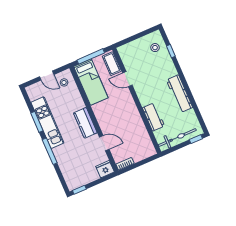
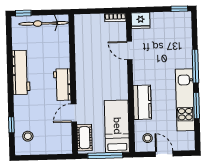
door: (127, 79) -> (74, 113), swing flipped
workbench: (153, 117) -> (62, 85), moved
kitchen counter: (85, 123) -> (142, 102), moved

